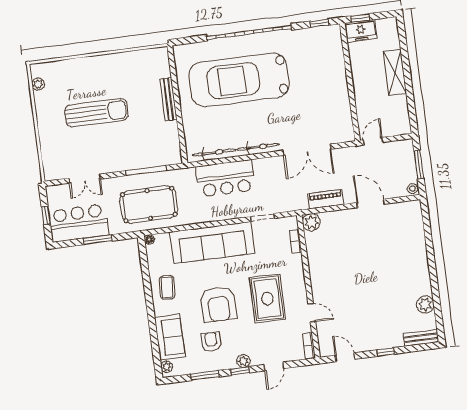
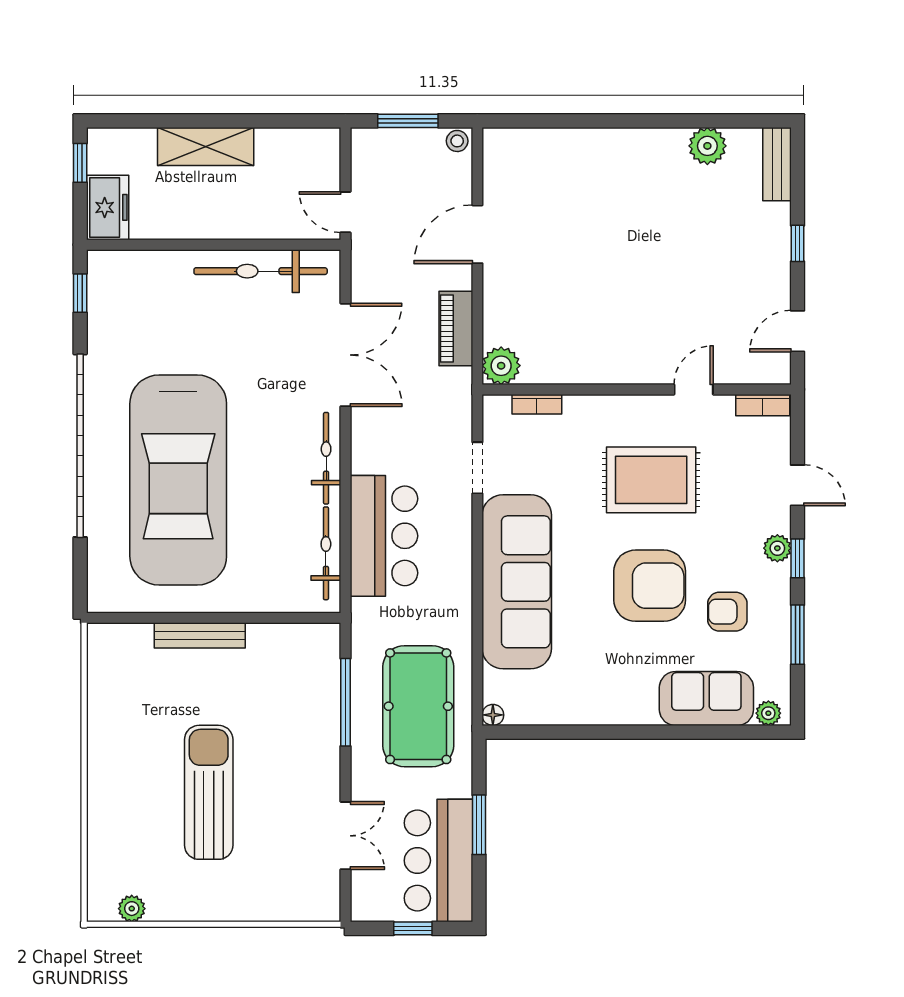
window: (360, 18) -> (80, 163), moved
bicycle: (341, 105) -> (261, 271), added
coffee table: (167, 287) -> (600, 690), removed

